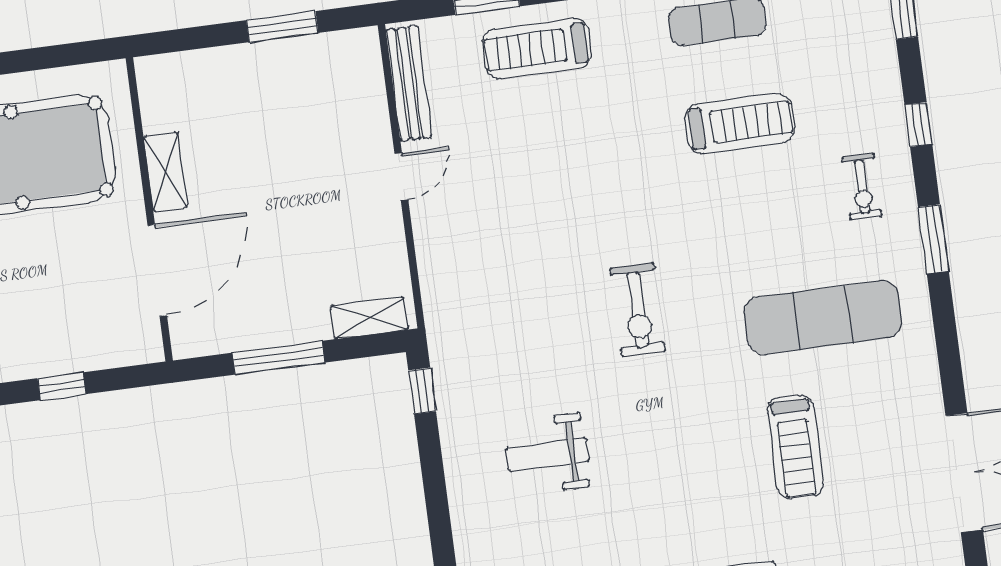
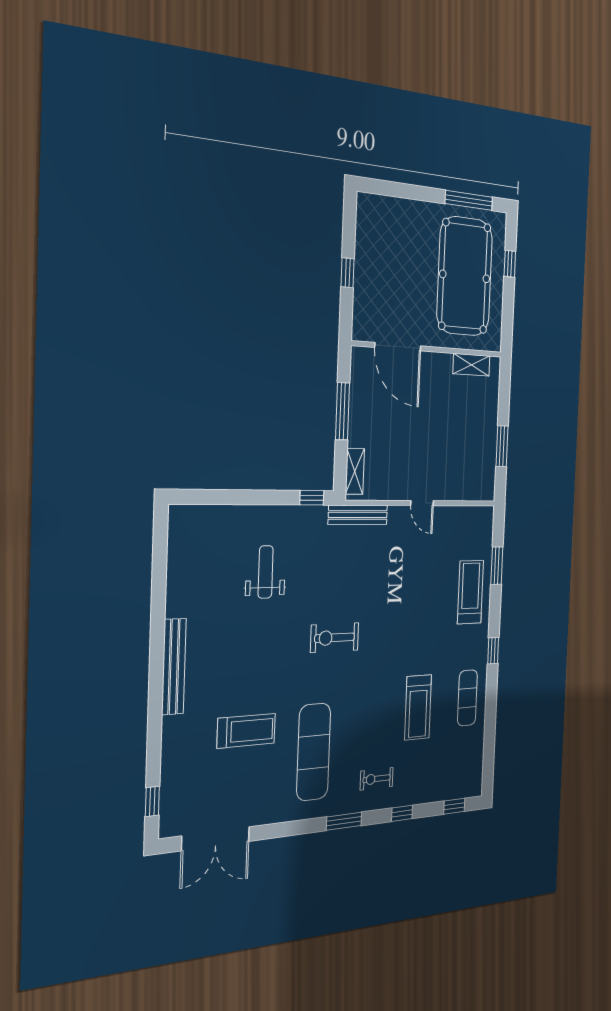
bench: (409, 83) -> (358, 515), moved
shelving: (165, 172) -> (471, 365), moved
treadmill: (795, 447) -> (246, 731), turned 180

